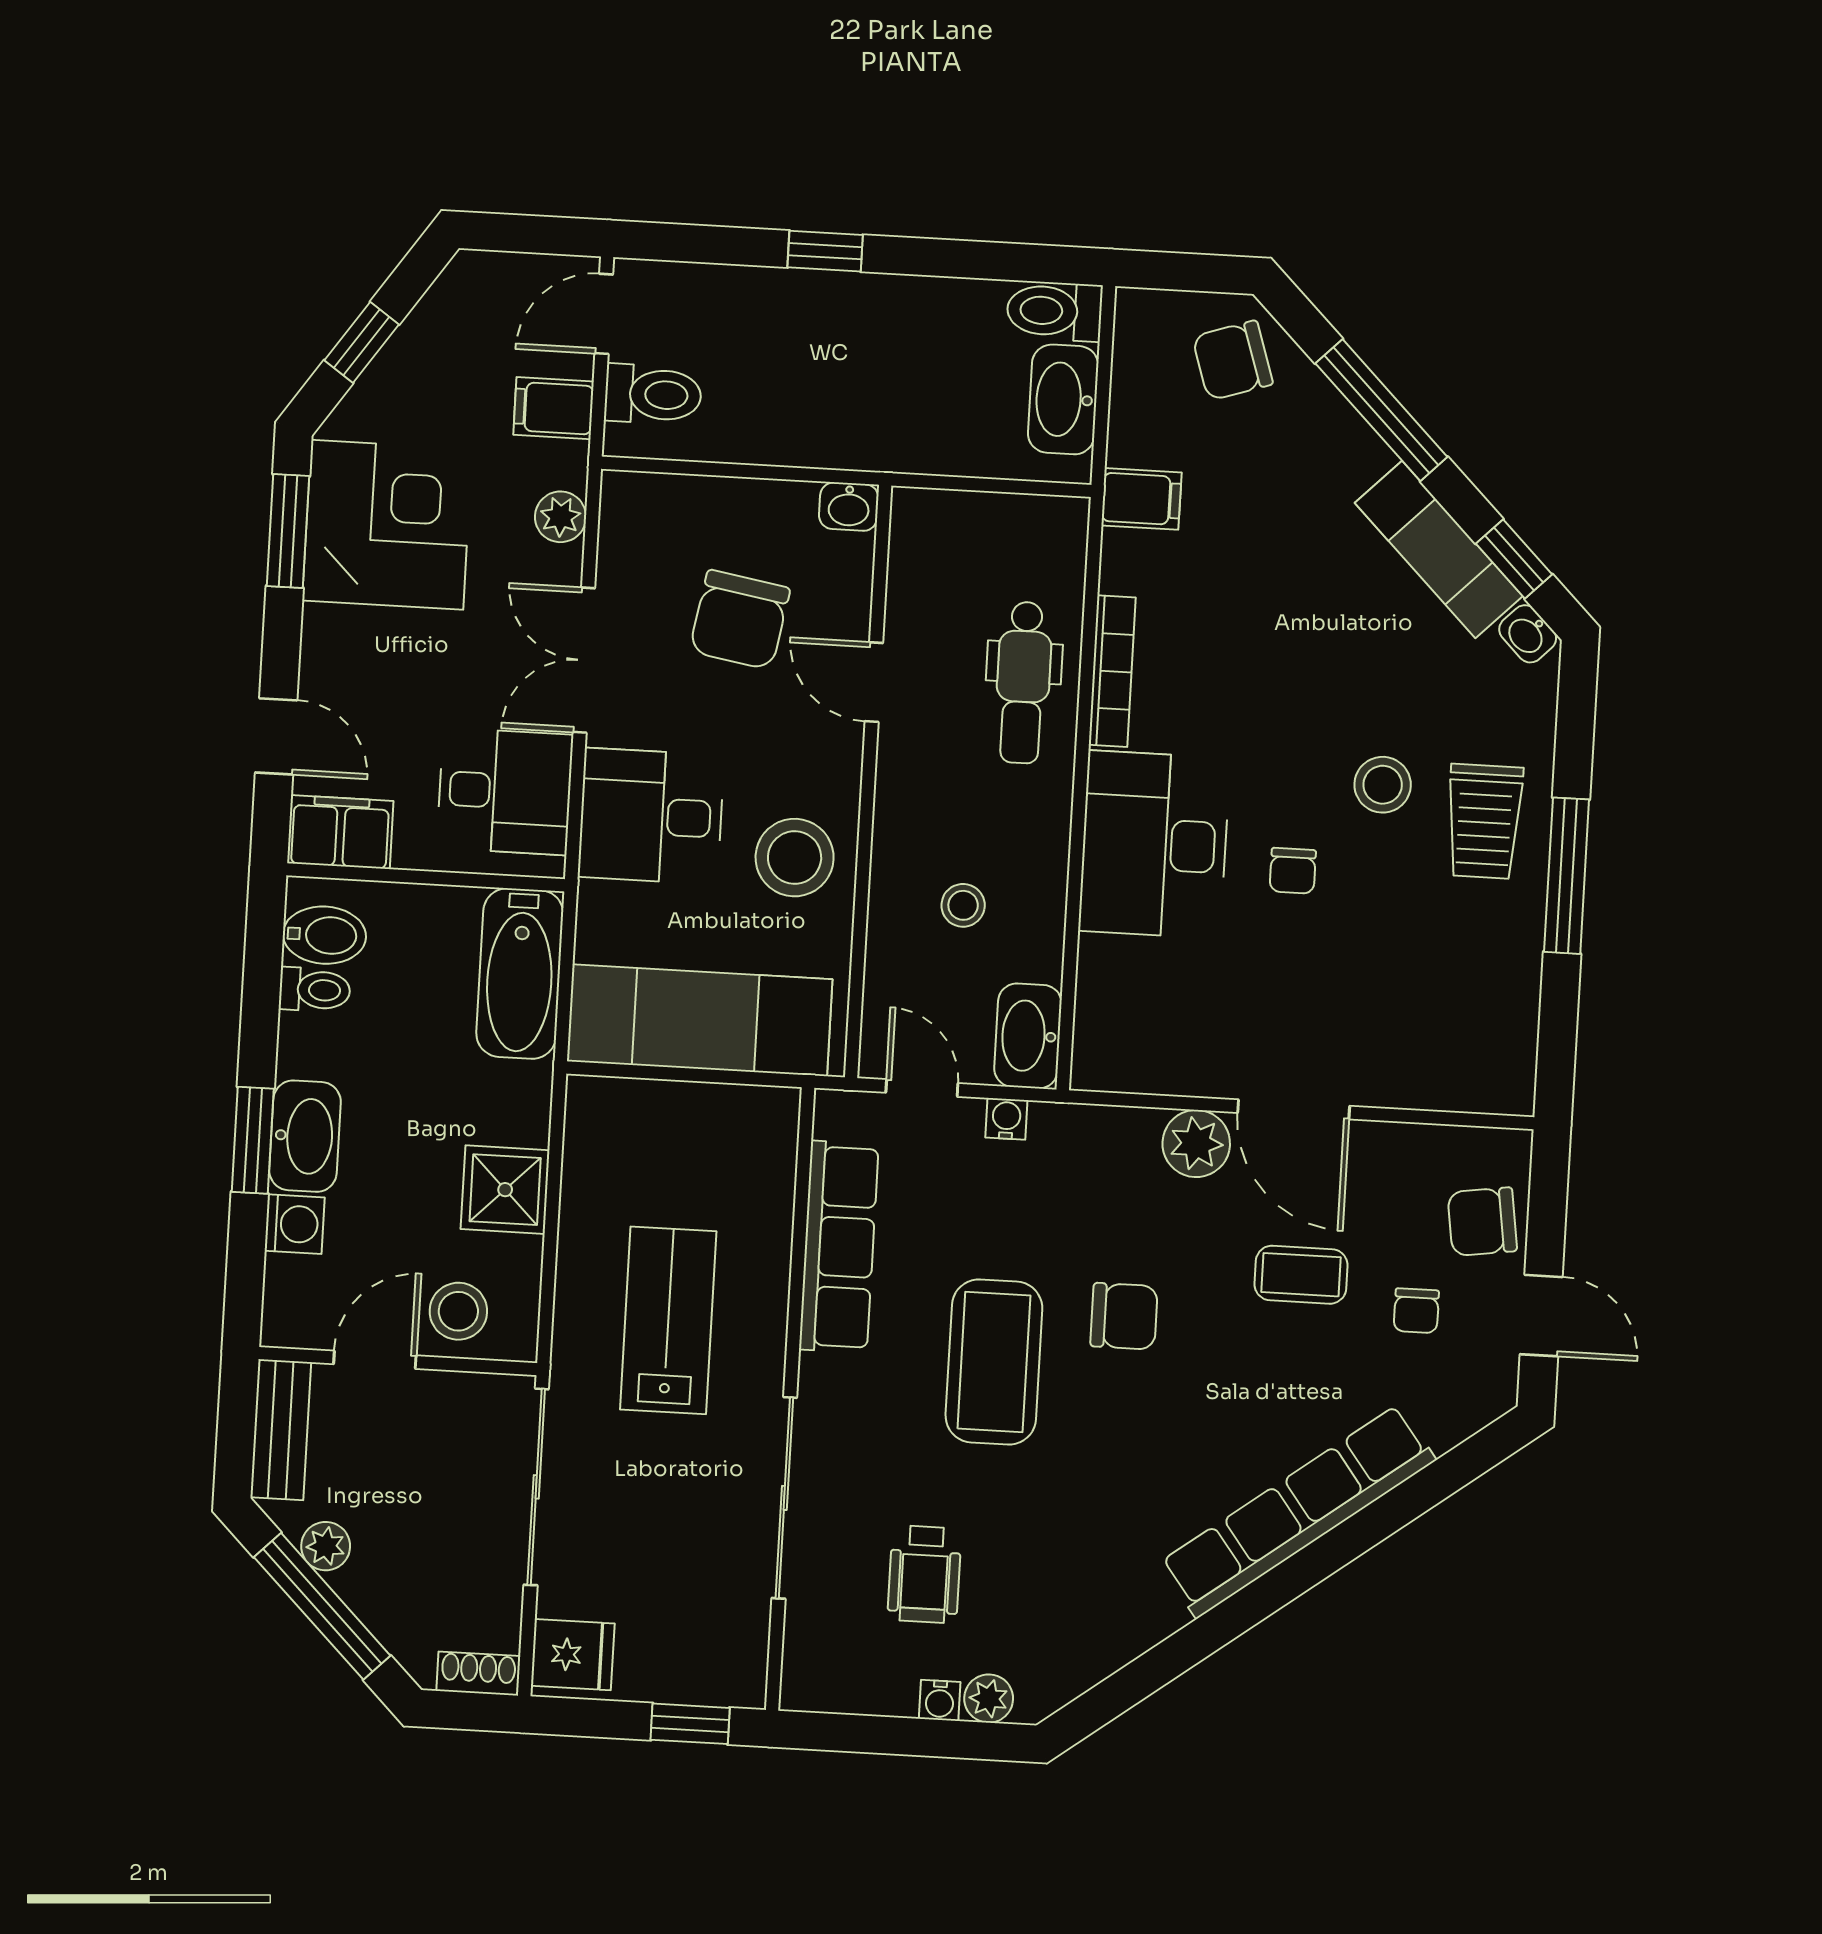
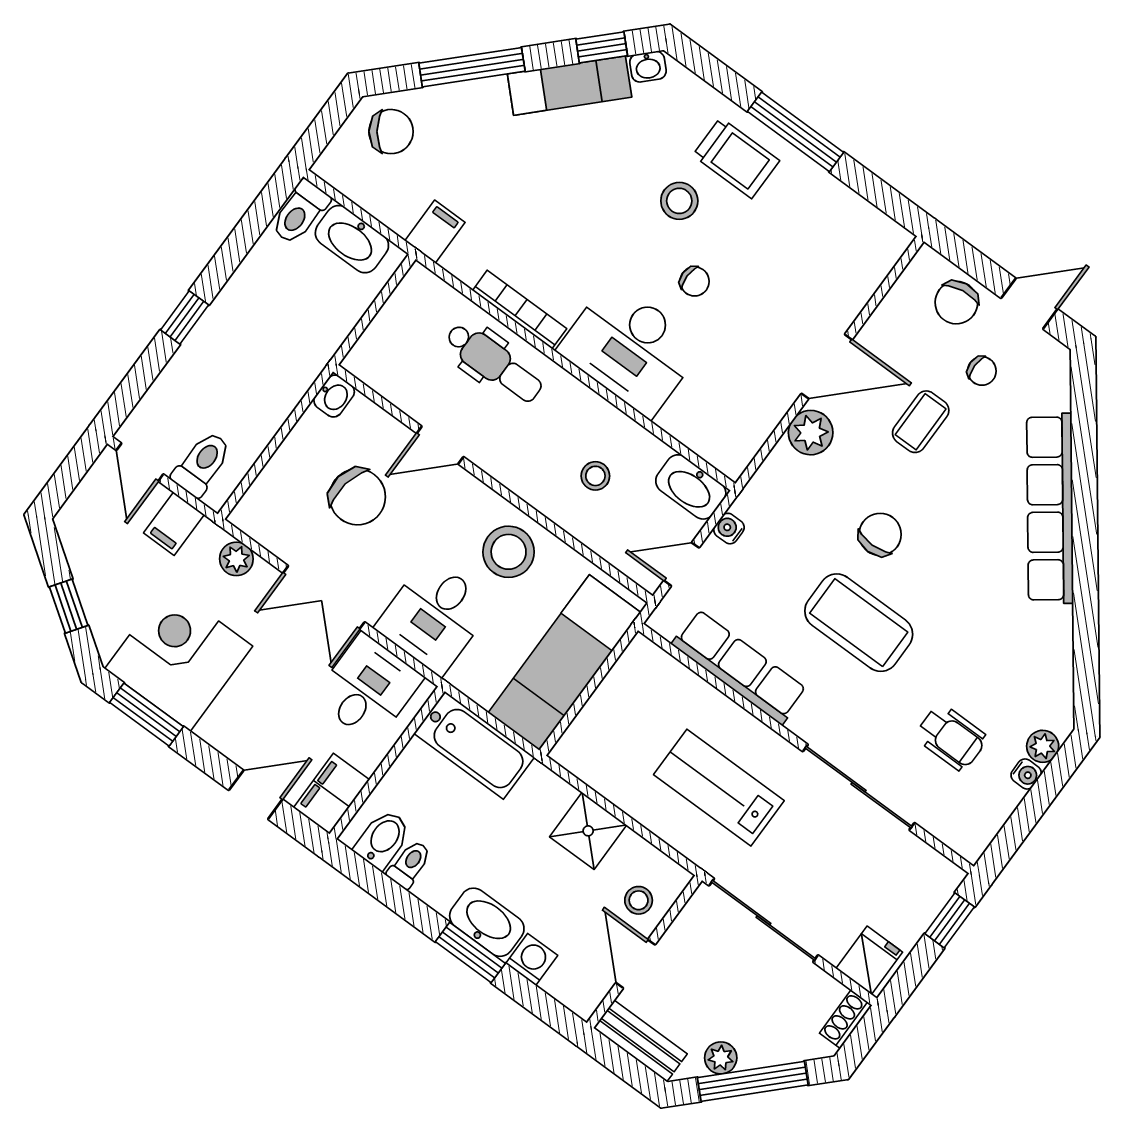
chair: (1233, 360) -> (391, 132), turned -108
stool: (458, 1311) -> (639, 900), width x0.73, depth x0.73

